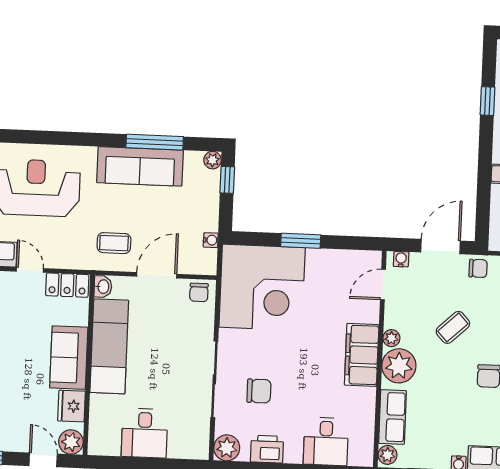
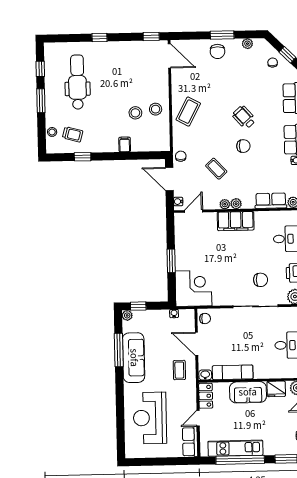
door: (383, 284) -> (194, 211), swing flipped
corner desk: (262, 287) -> (194, 288), width x0.74, depth x0.74
exam couch: (109, 346) -> (233, 372), width x0.73, depth x0.69
plant: (399, 366) -> (236, 204), width x0.53, depth x0.53
chair: (259, 391) -> (261, 280), turned 90

